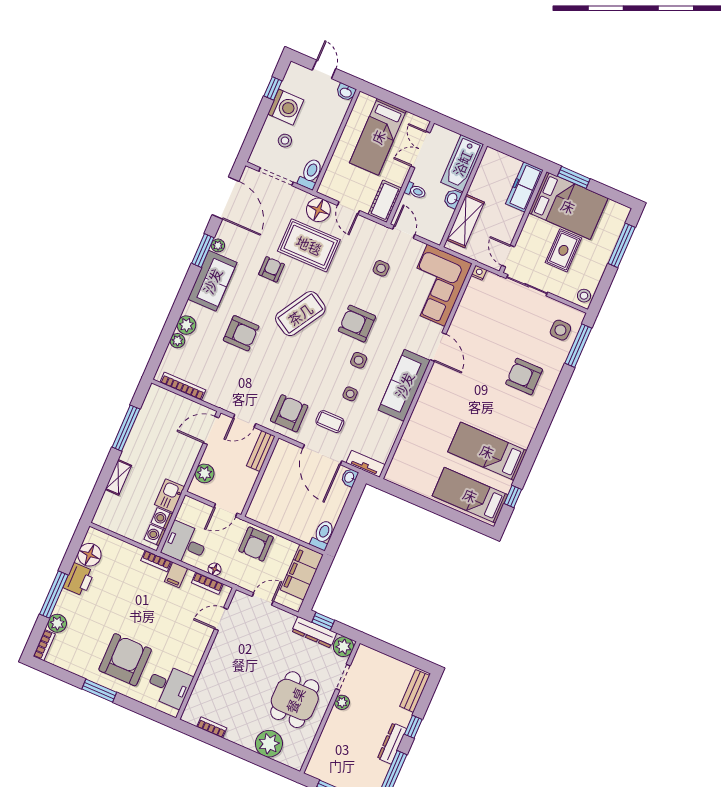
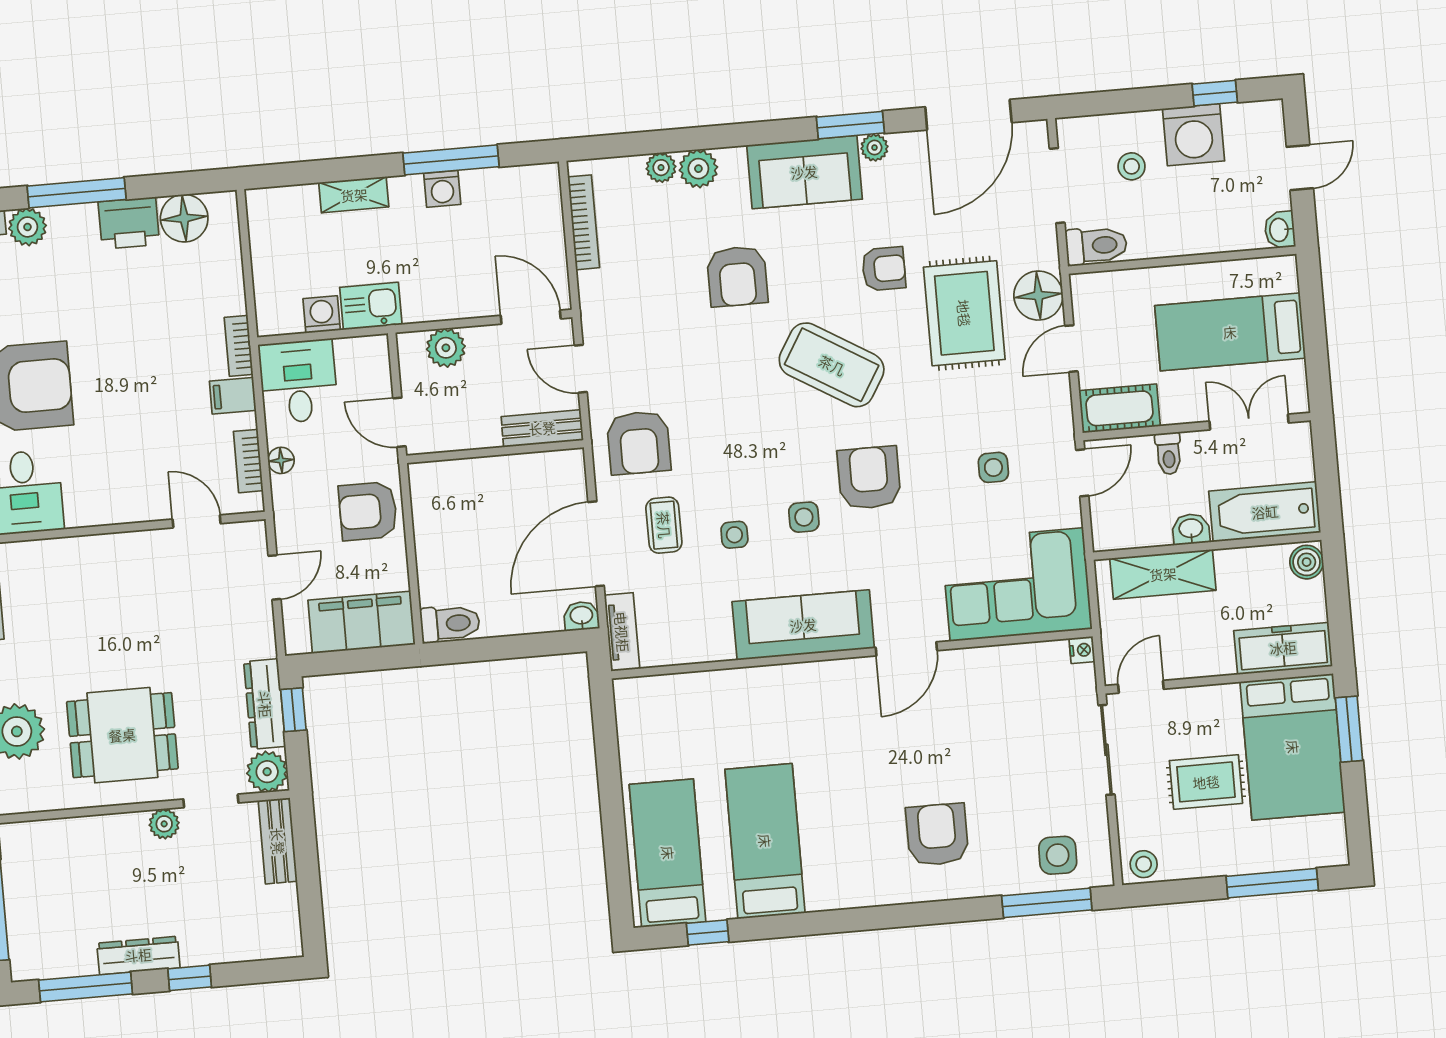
boiler: (493, 157) -> (1307, 562), added
armchair: (289, 413) -> (639, 443), turned 90
washing machine: (155, 535) -> (442, 189), moved, turned 180
door: (263, 599) -> (274, 577), hinge flipped
bench: (415, 691) -> (278, 841), moved, turned 90

